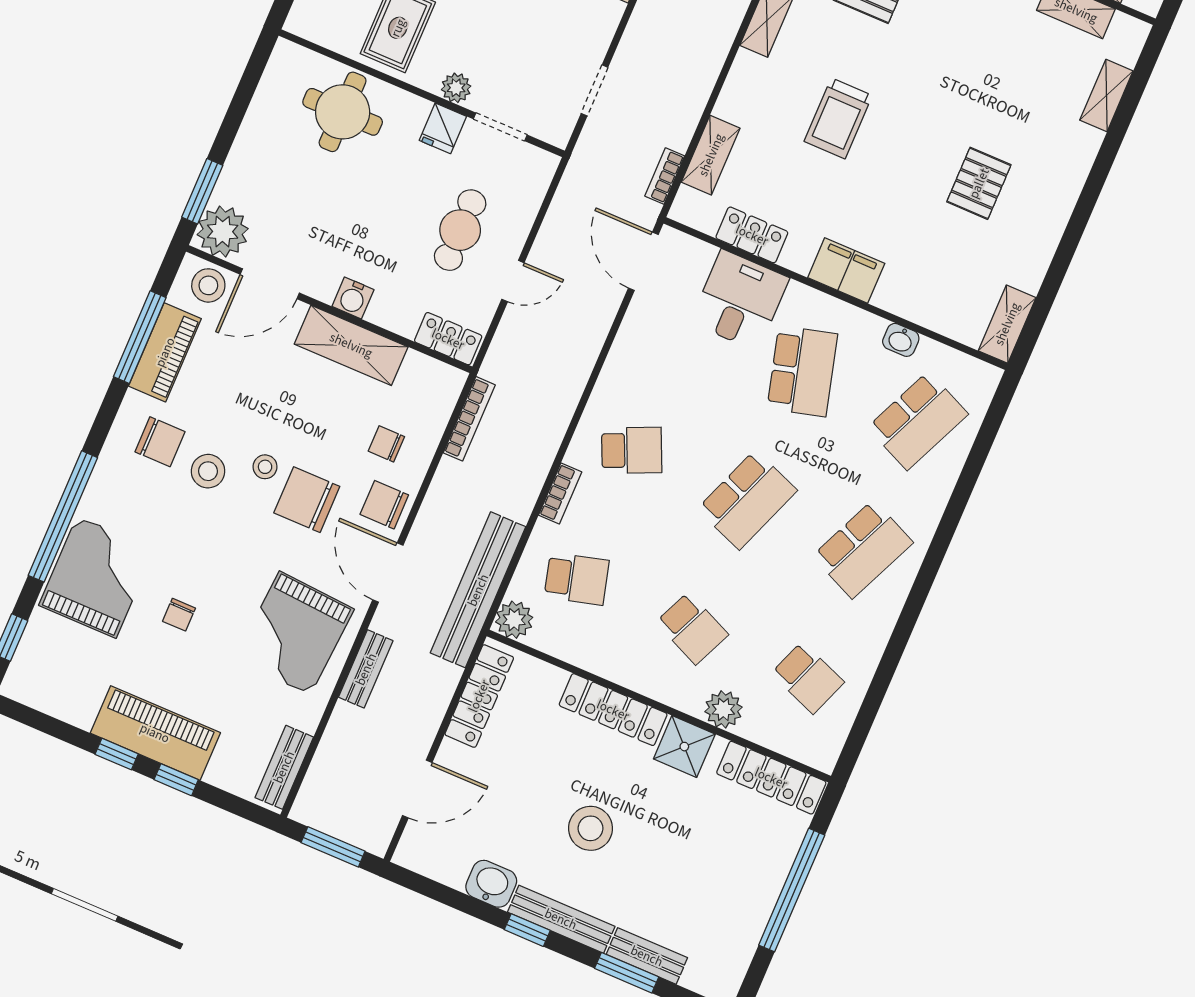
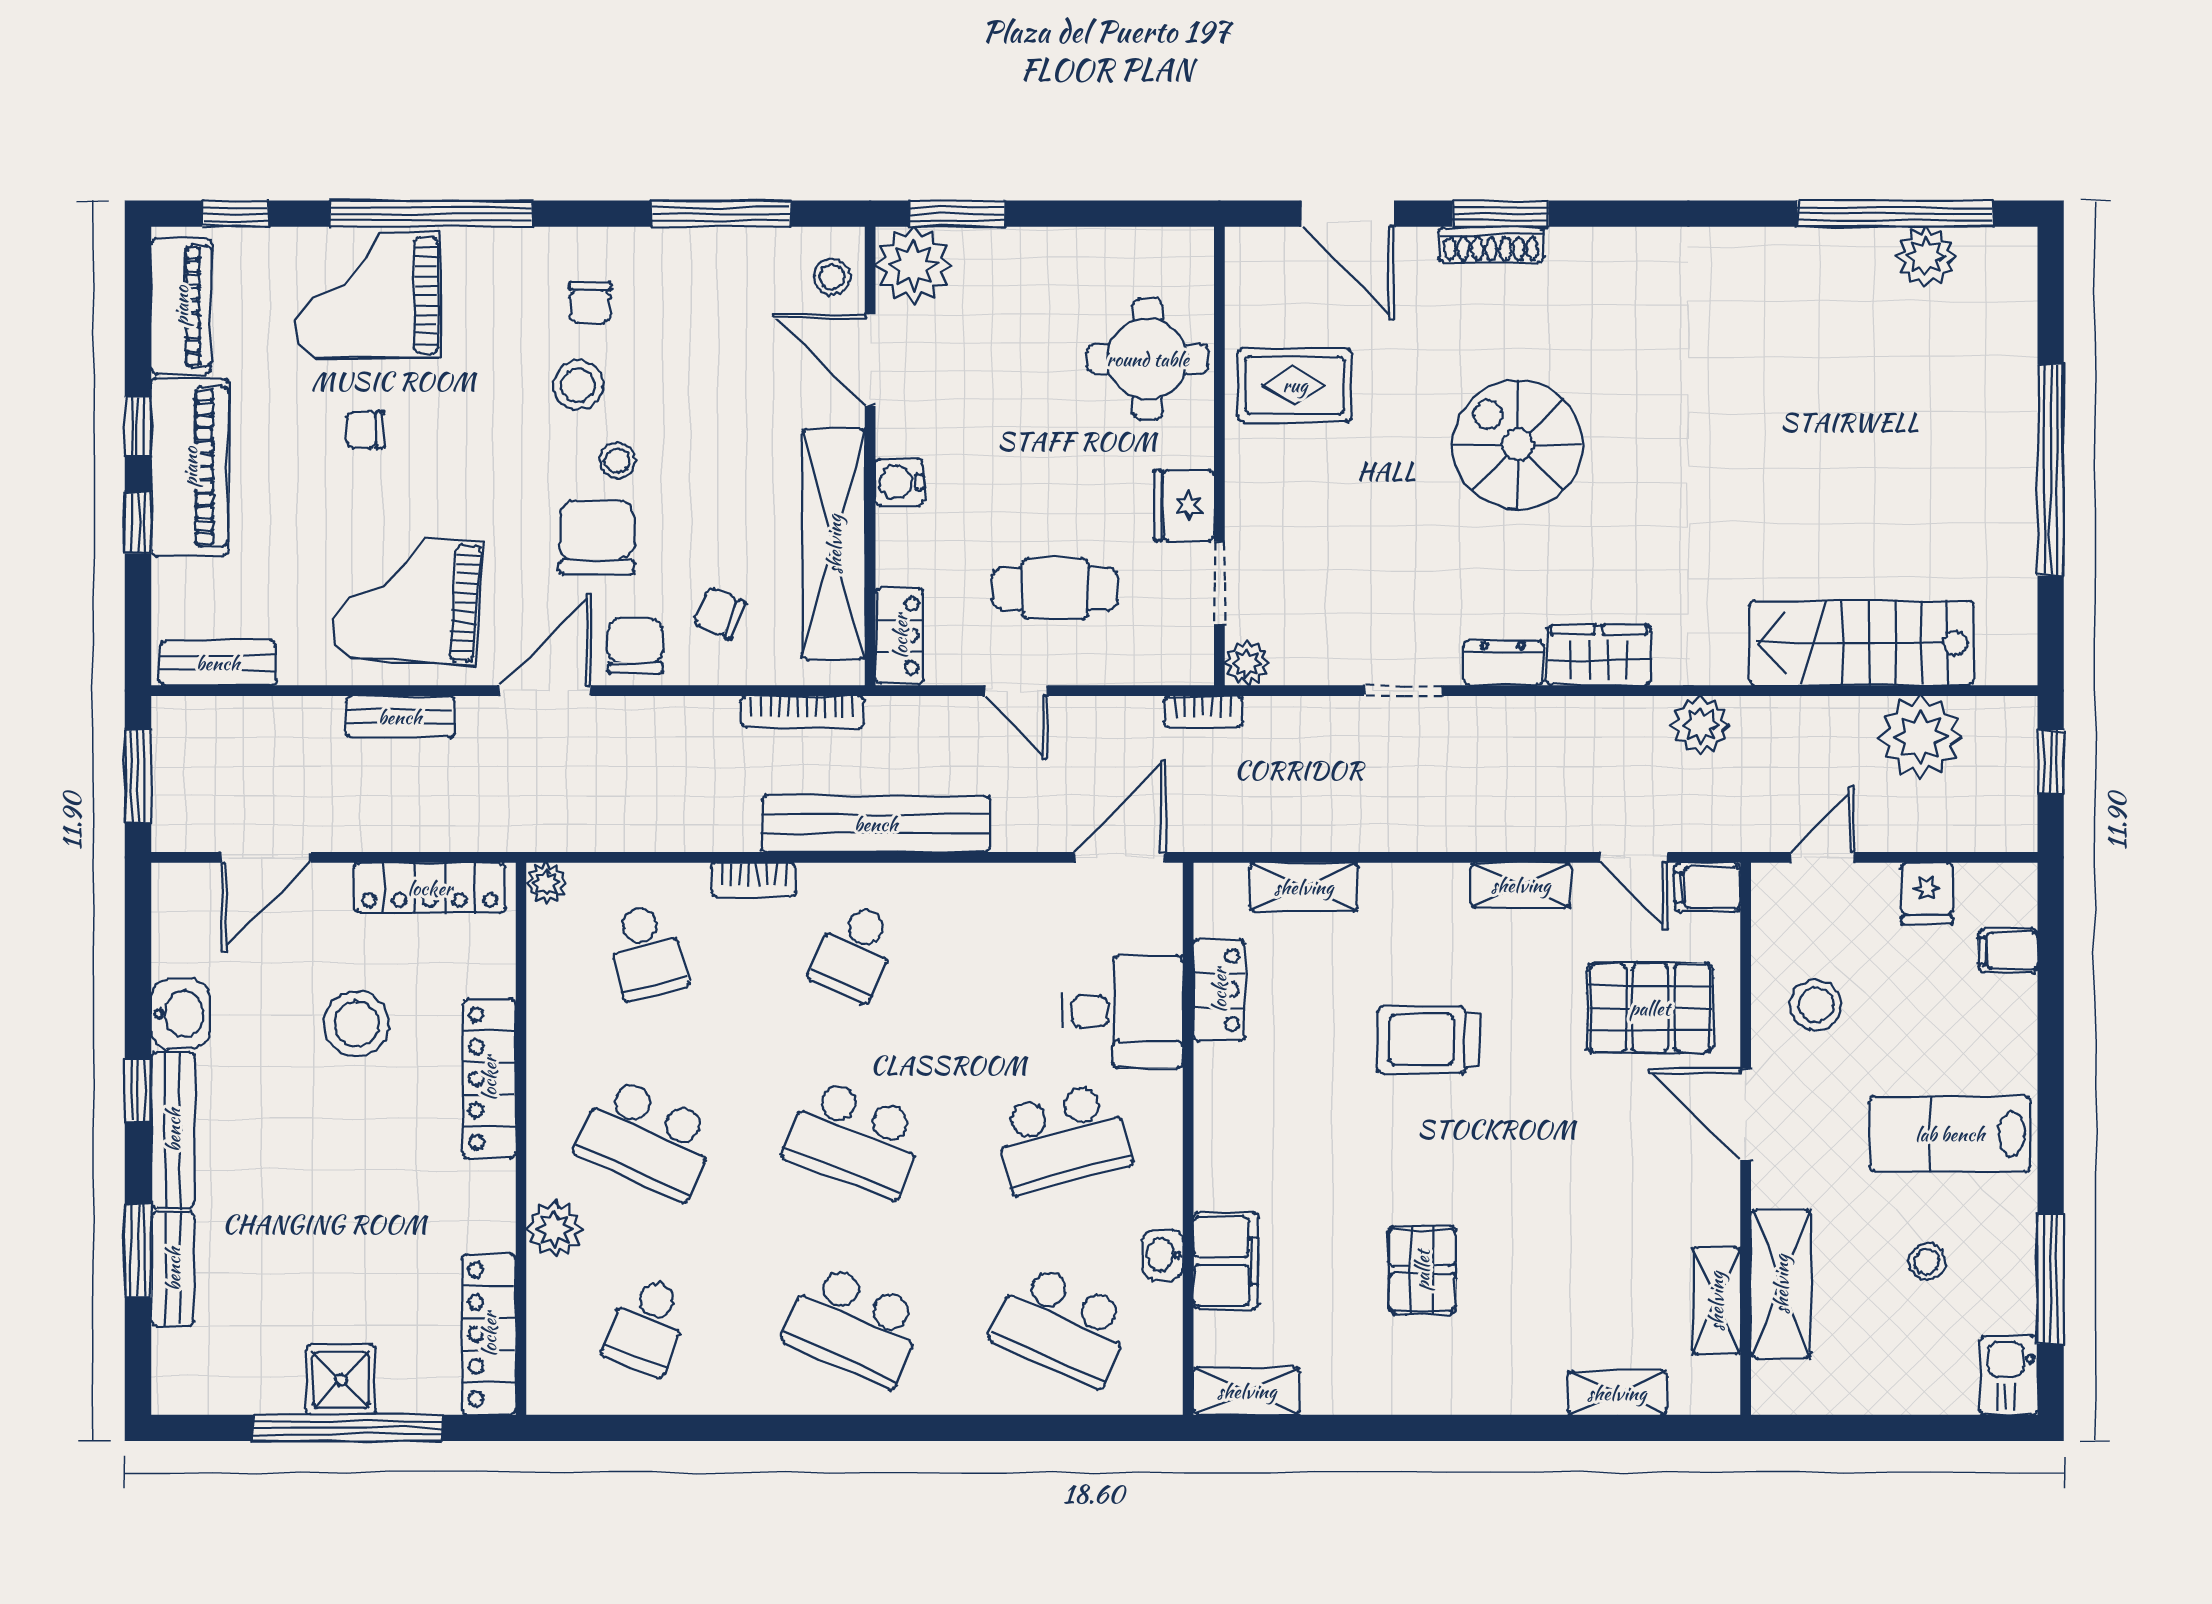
plant: (456, 88) -> (1247, 663), moved
doorway: (595, 90) -> (1403, 691), moved
fridge: (443, 128) -> (1184, 506), width x1.38
bookcase: (665, 176) -> (1203, 711), moved, turned 180
pallet: (979, 183) -> (1422, 1270), turned 90
filing cabinet: (846, 270) -> (1226, 1261), moved
stool: (208, 285) -> (832, 277), width x0.73, depth x0.73
shelving: (351, 345) -> (834, 544), width x1.47
piano: (165, 352) -> (181, 306), moved, turned -90
chair: (160, 442) -> (590, 303), width x0.73, depth x0.73
chair: (386, 444) -> (720, 613), turned -67
school desk: (632, 450) -> (855, 952), turned 48
grand piano: (97, 577) -> (368, 295), turned 180
bench: (478, 590) -> (876, 824), moved
plant: (514, 620) -> (547, 883), width x0.73, depth x0.73
school desk: (692, 628) -> (647, 1139), width x1.85
shower: (684, 747) -> (341, 1380), moved
door: (417, 789) -> (266, 857), hinge flipped
stool: (590, 828) -> (357, 1024), moved

